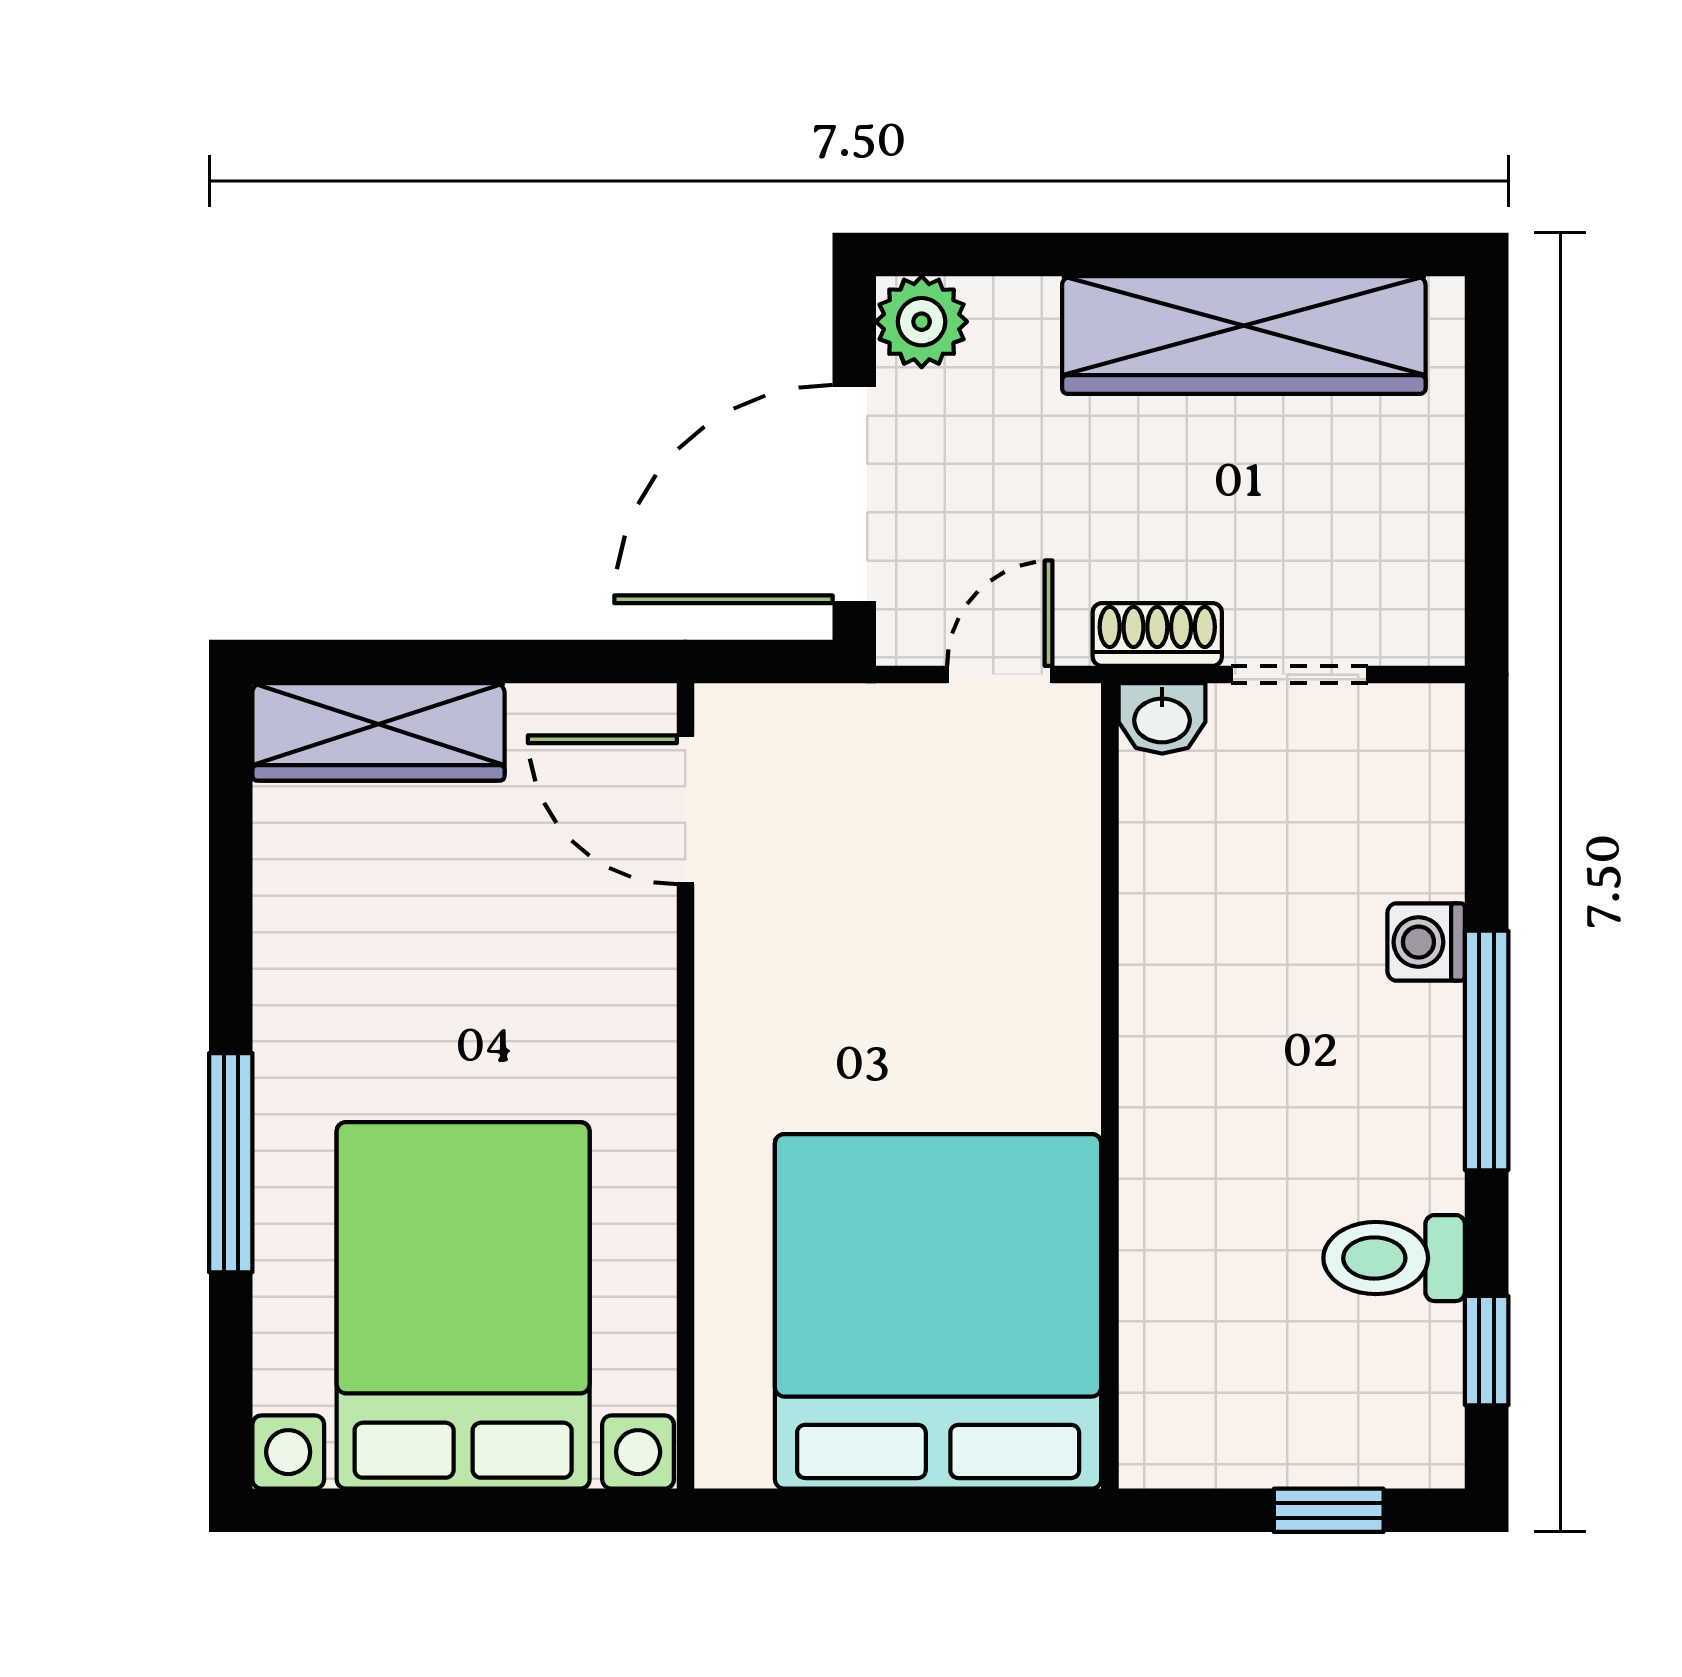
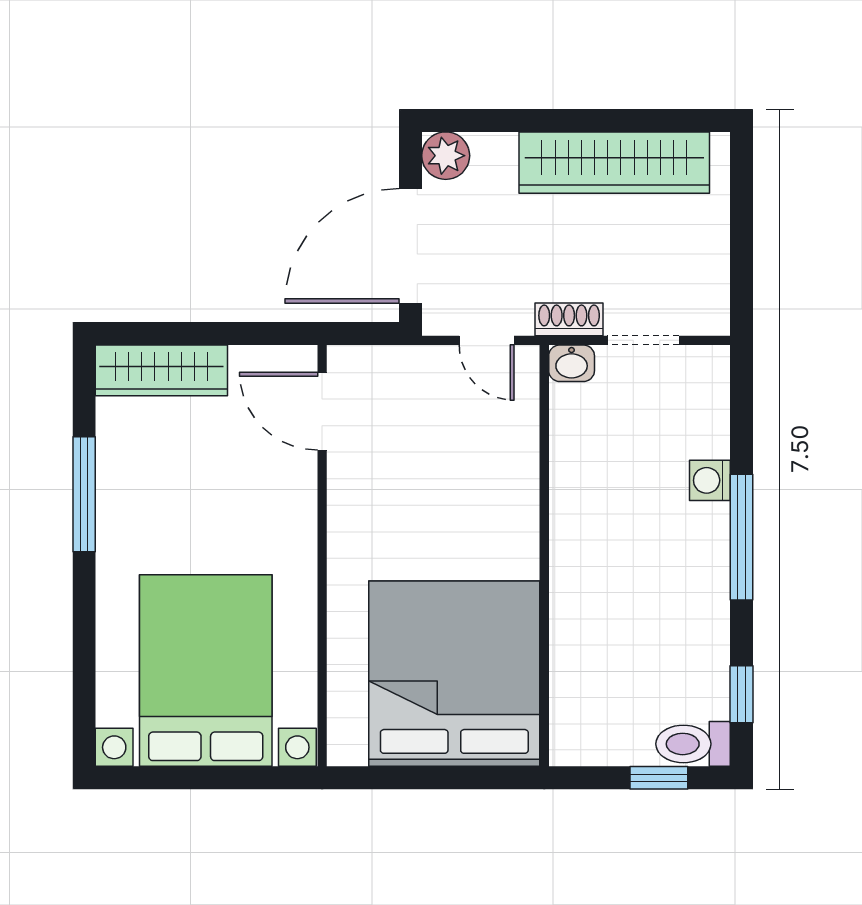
door: (1000, 675) -> (487, 340), swing flipped
window: (231, 1163) -> (84, 494), moved
toilet: (1394, 1258) -> (693, 744), moved

